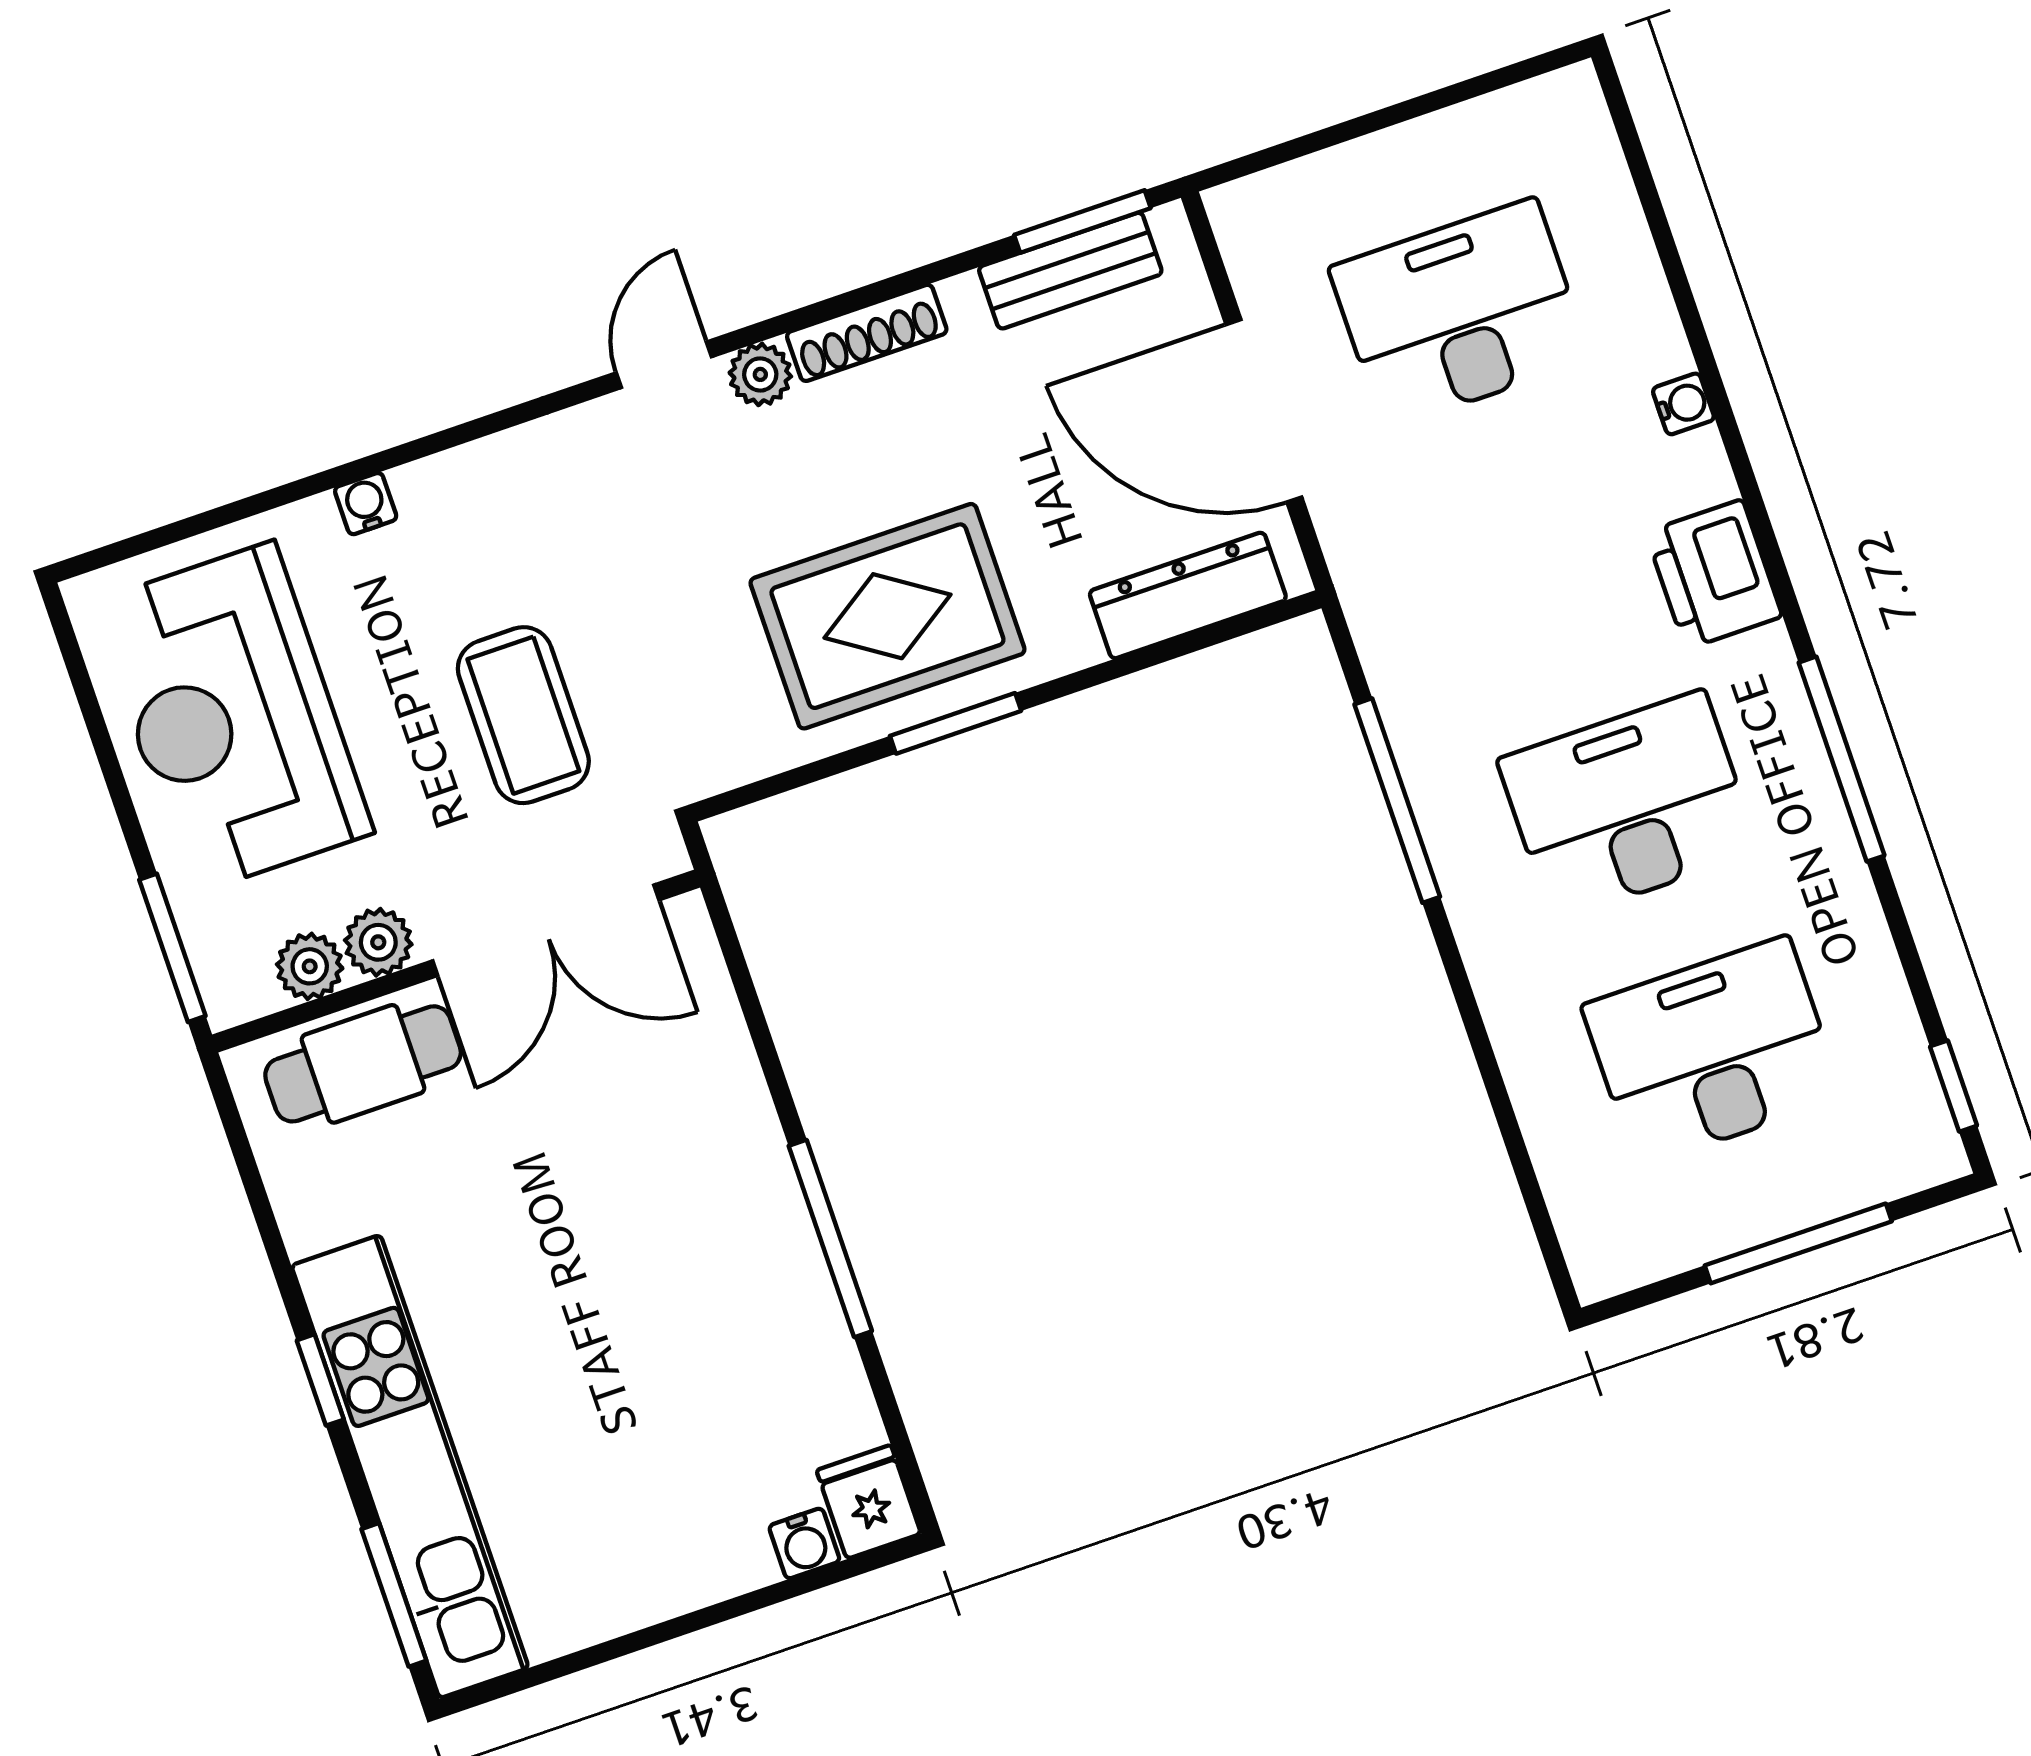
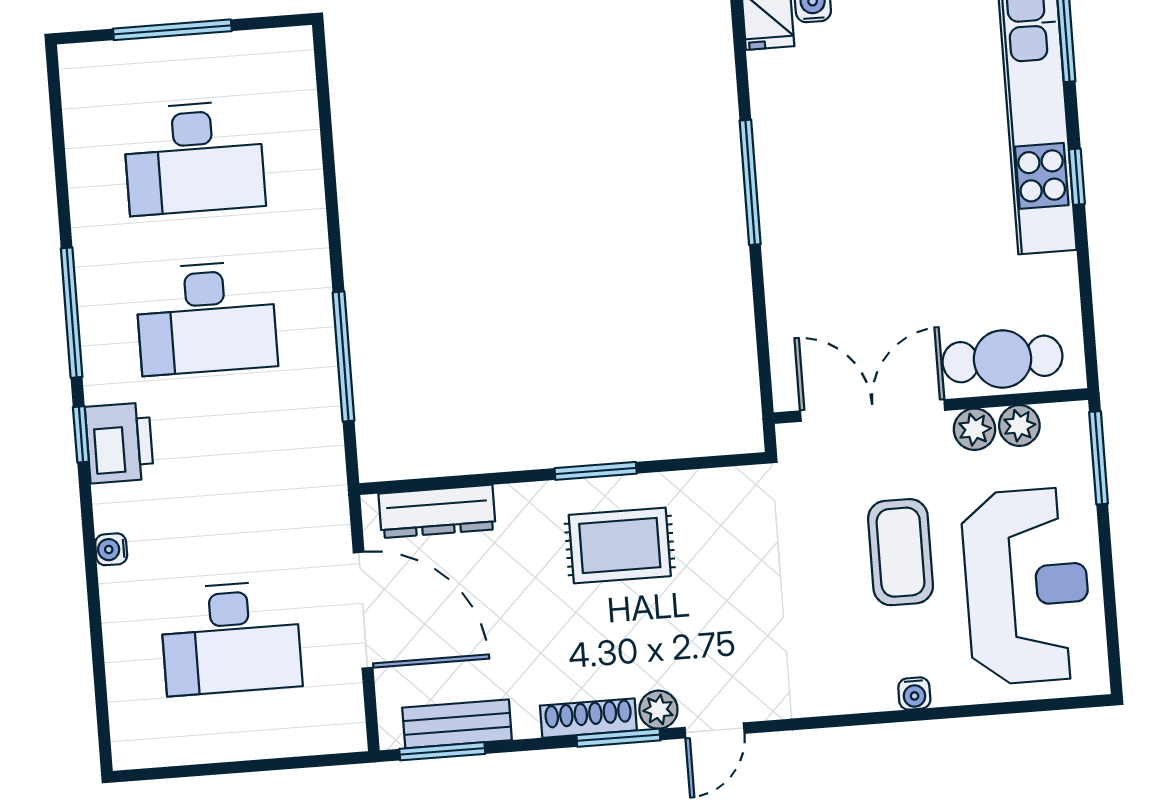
window: (812, 314) -> (618, 738), added
rug: (887, 616) -> (620, 546), width x0.73, depth x0.70
coffee table: (523, 715) -> (901, 552), moved
window: (1954, 1086) -> (81, 434), moved

